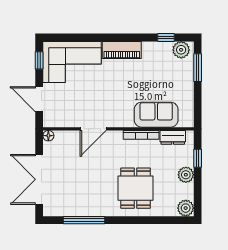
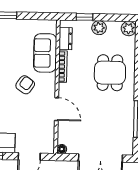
armchair: (120, 93) -> (25, 85), added
dining table: (136, 188) -> (110, 73), turned 90

